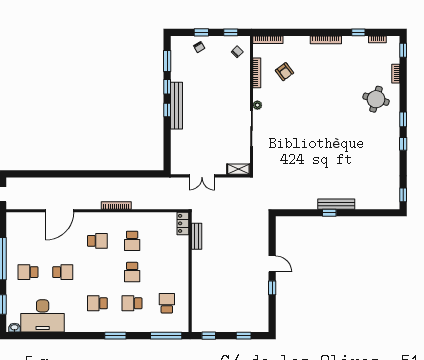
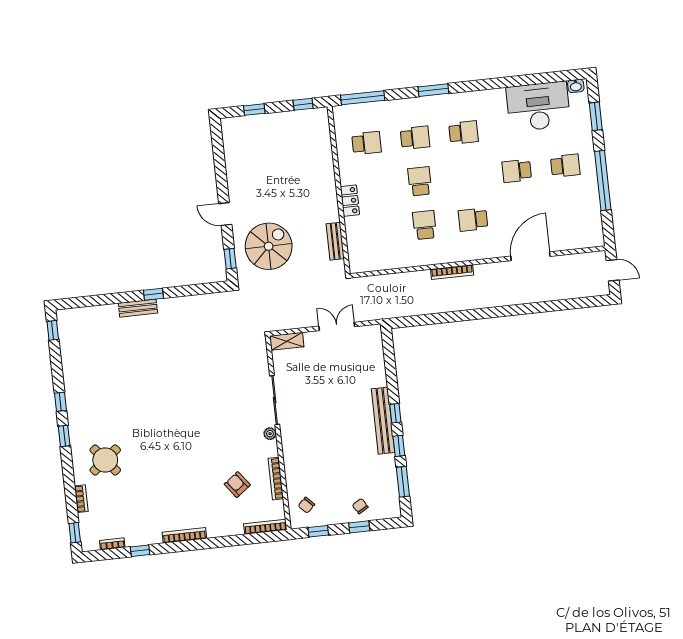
round table: (376, 99) -> (105, 460), turned 35
bench: (336, 204) -> (138, 308), width x0.73
locker: (183, 223) -> (350, 201), moved
spiral stairs: (244, 238) -> (269, 246), added
window: (272, 288) -> (230, 259), moved
school desk: (167, 303) -> (367, 143), turned -90

